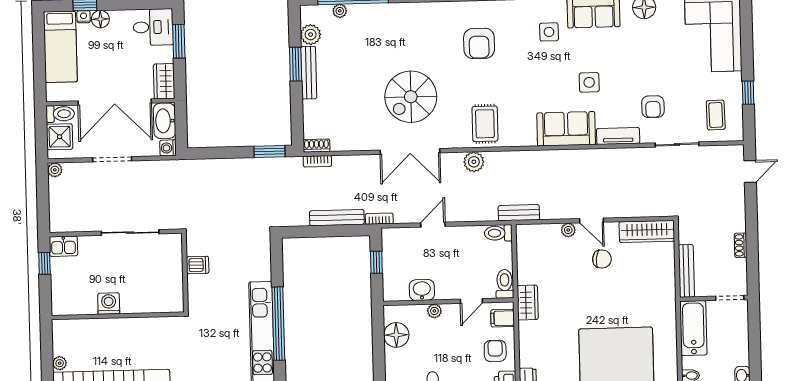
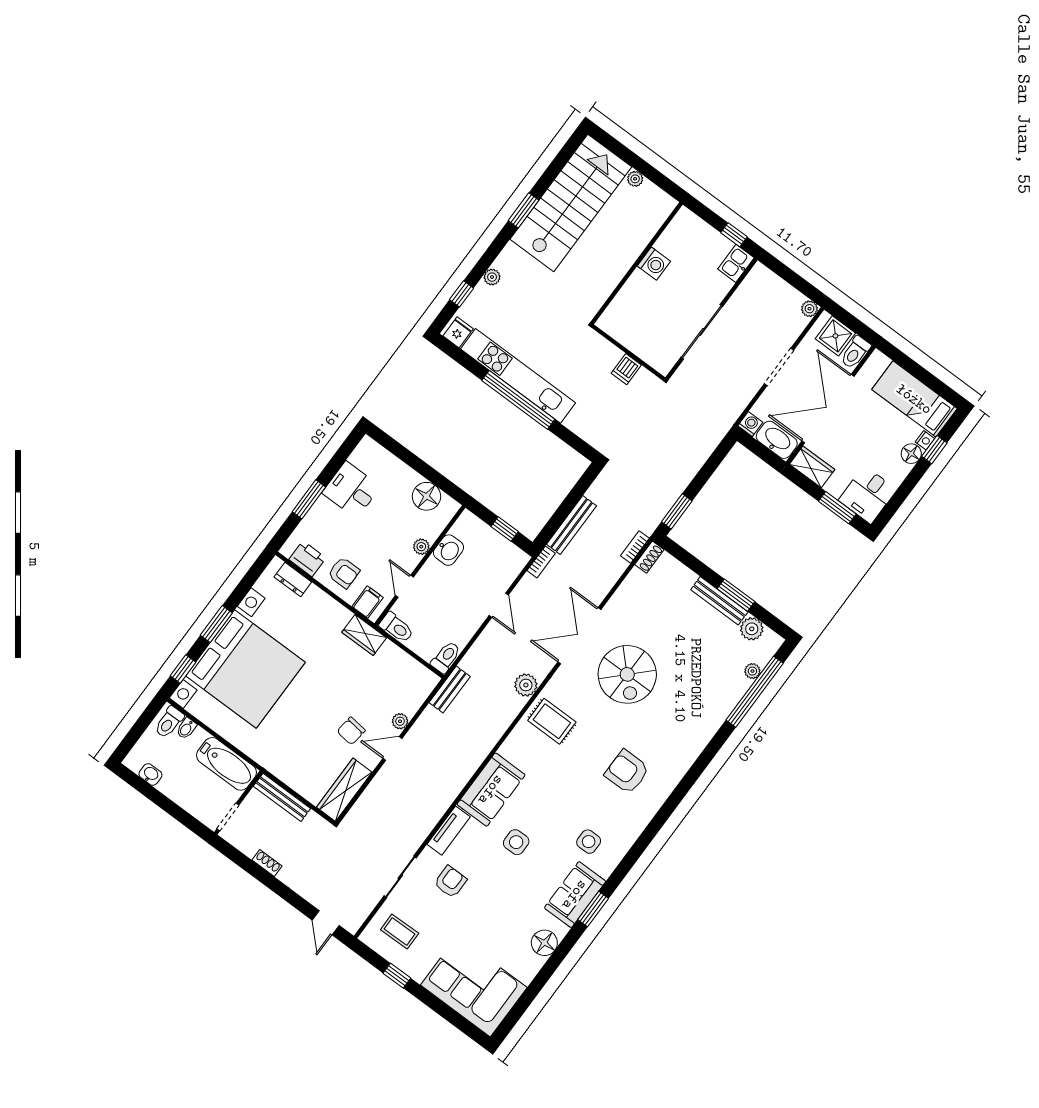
spiral stairs: (411, 97) -> (627, 674), turned 180
armchair: (653, 107) -> (450, 882), turned 90

